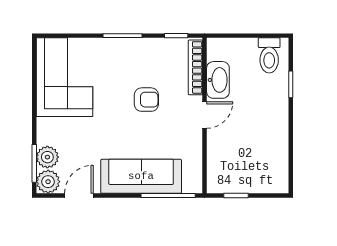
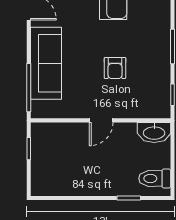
bookcase: (195, 67) -> (144, 112), removed
washbasin: (218, 80) -> (154, 132), moved
door: (205, 115) -> (101, 120), hinge flipped

